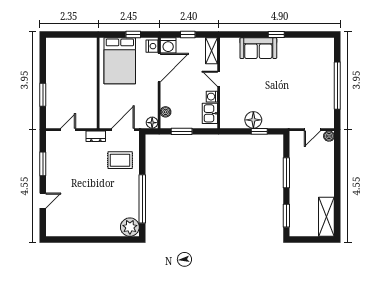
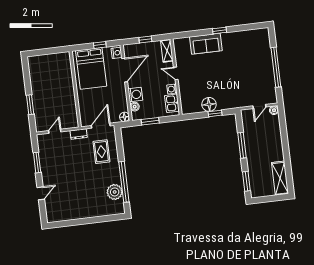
washing machine: (168, 45) -> (135, 95), moved, turned -90
rug: (120, 160) -> (101, 152), turned 90
plant: (130, 227) -> (115, 192), moved

